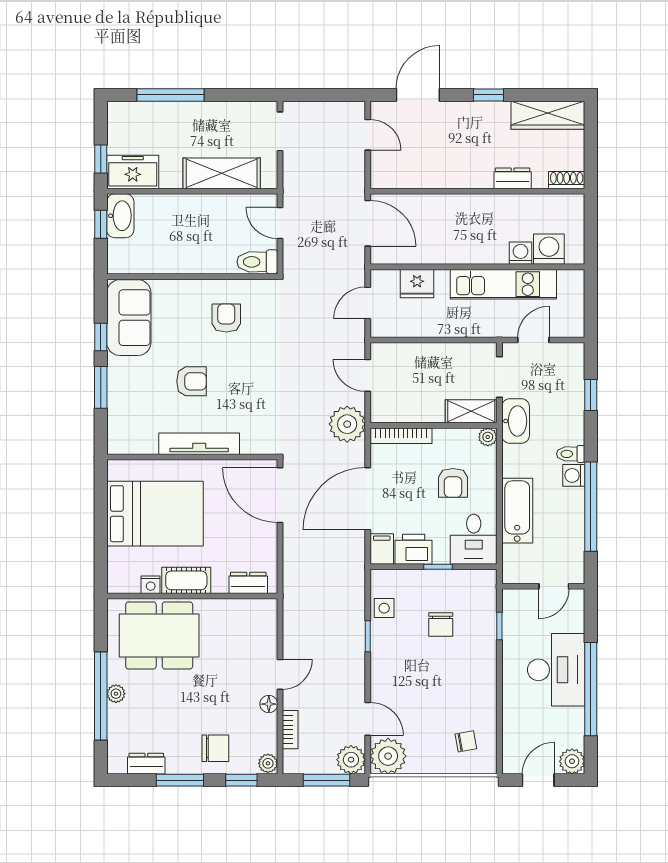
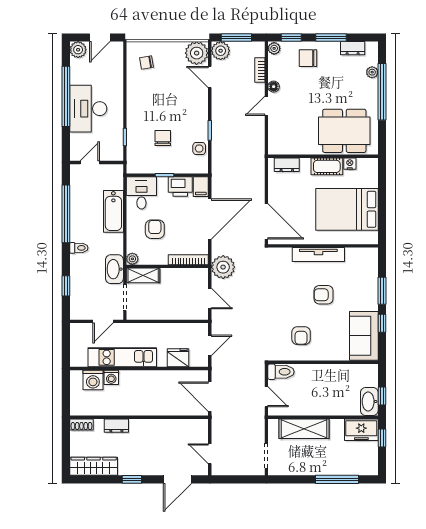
washing machine: (574, 475) -> (77, 234), removed
plant: (116, 694) -> (372, 72), moved

